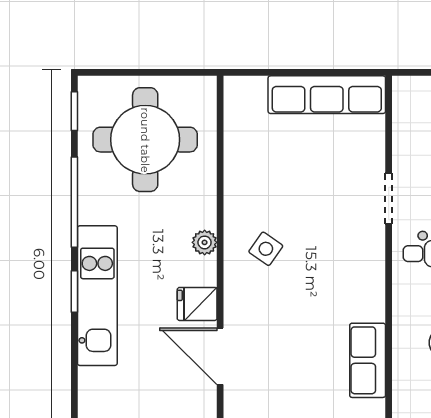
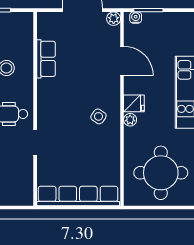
row of seats: (327, 95) -> (78, 196), width x1.36
fridge: (197, 304) -> (134, 103), moved

